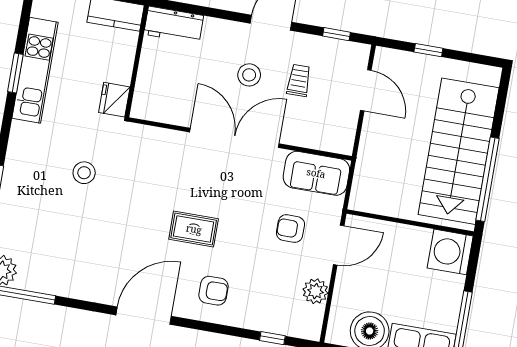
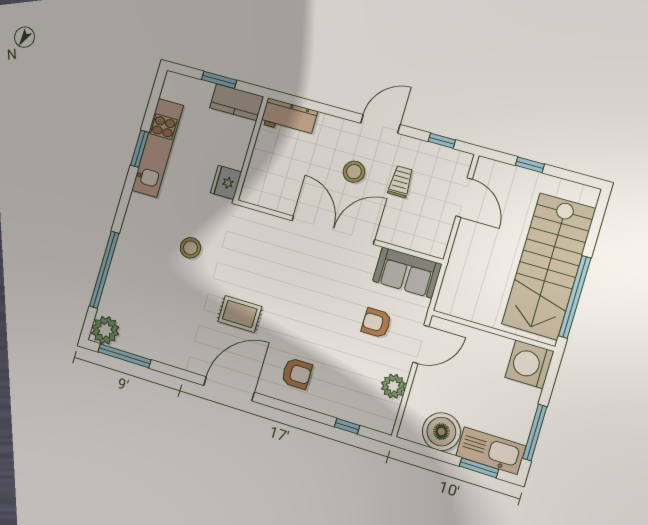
rug: (194, 229) -> (240, 314), moved

